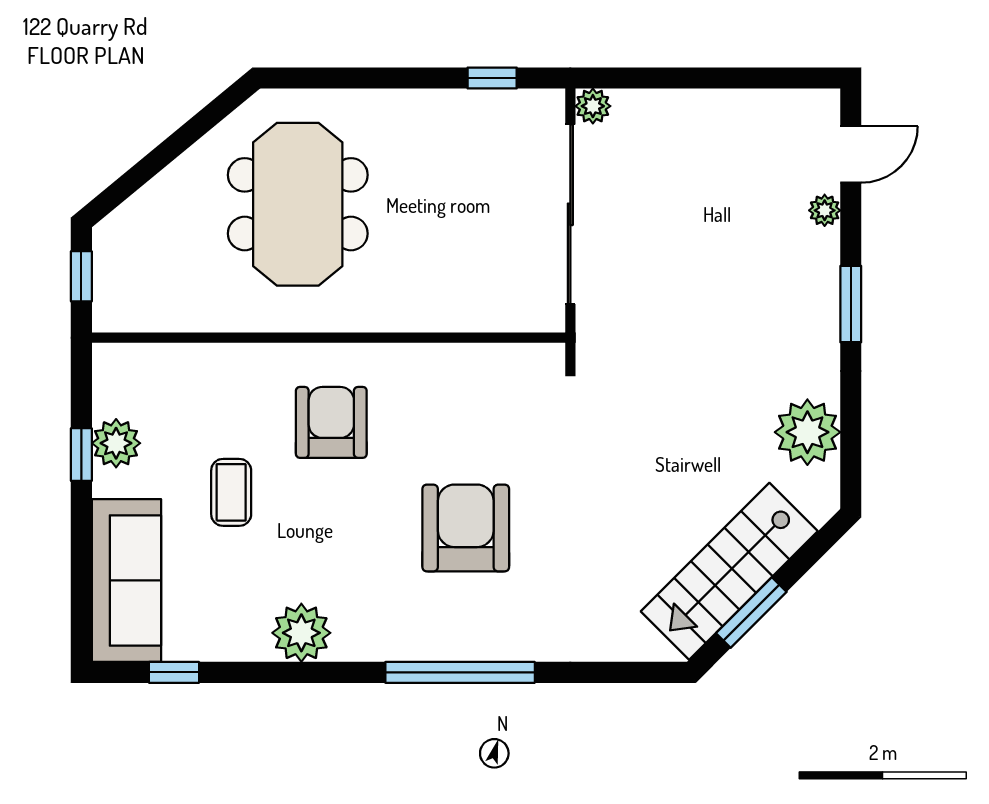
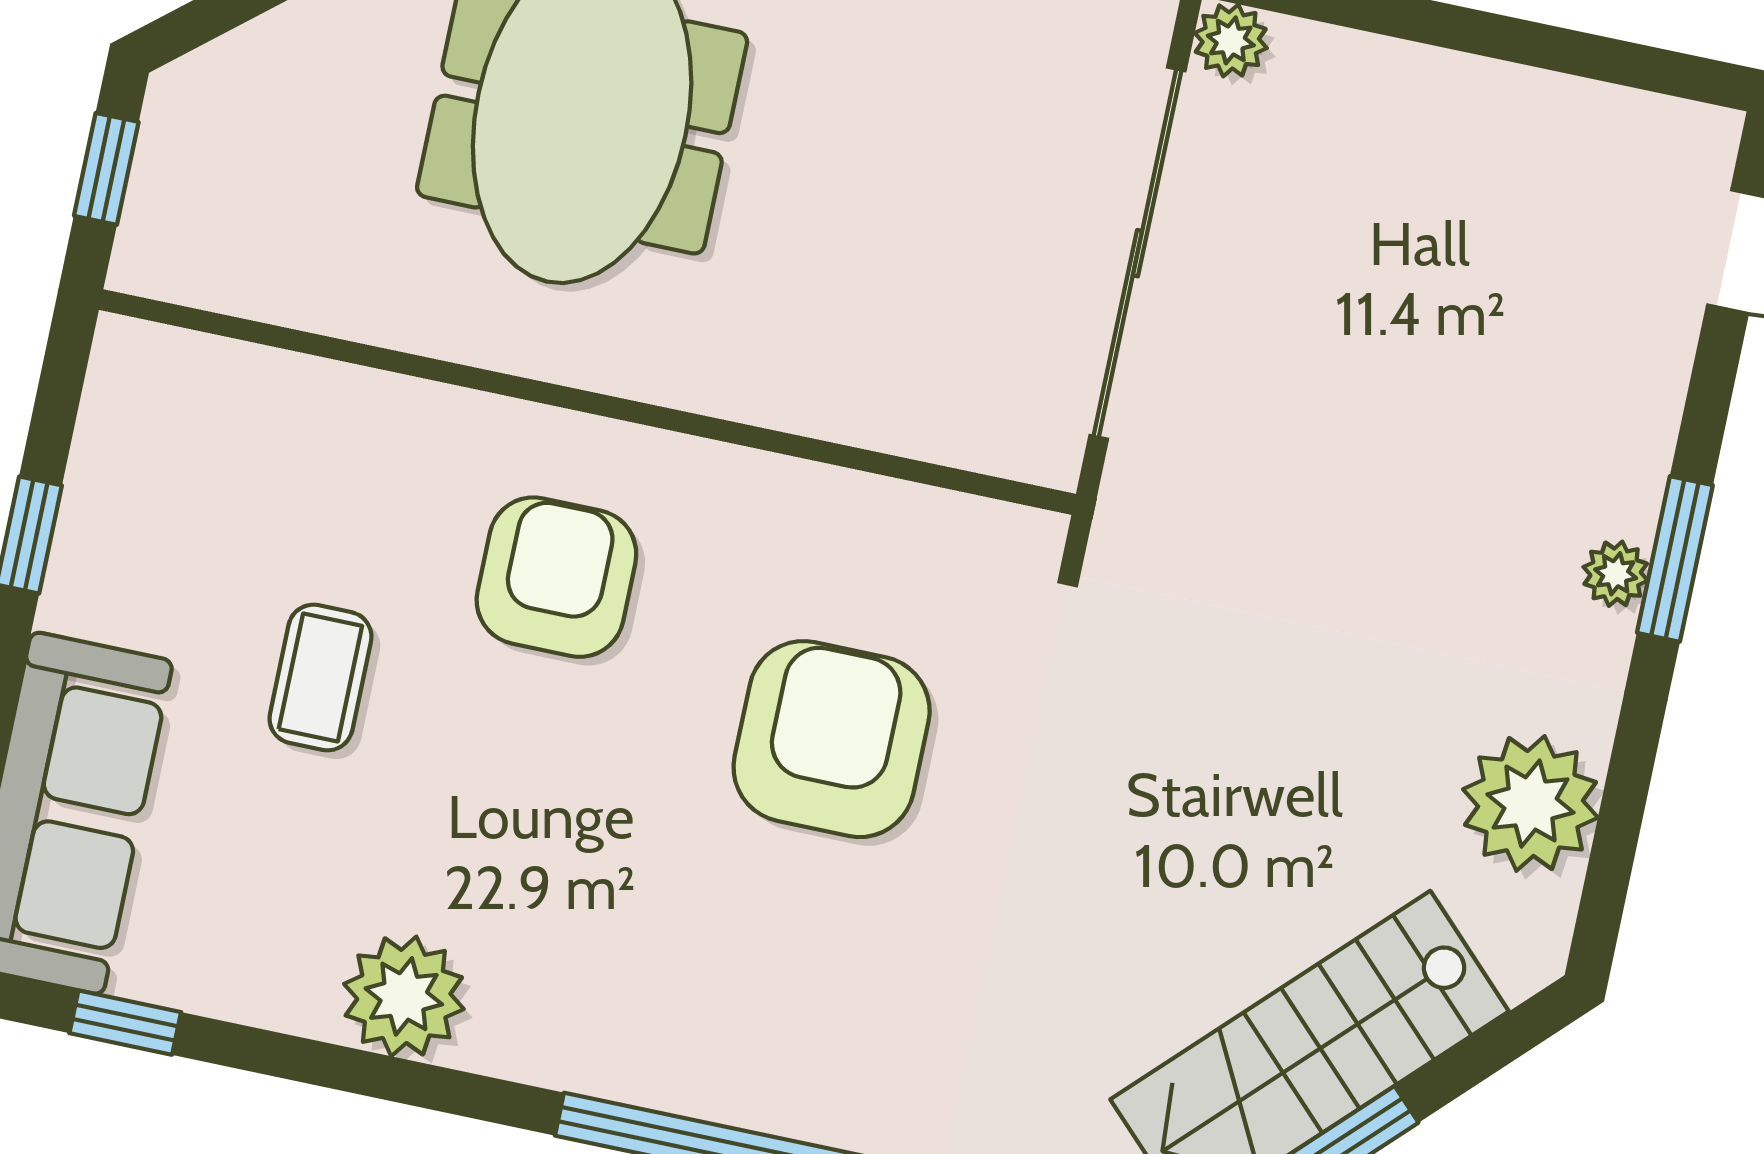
plant: (825, 210) -> (1616, 574), moved
plant: (116, 443) -> (105, 527), removed
armchair: (466, 528) -> (832, 739), moved

